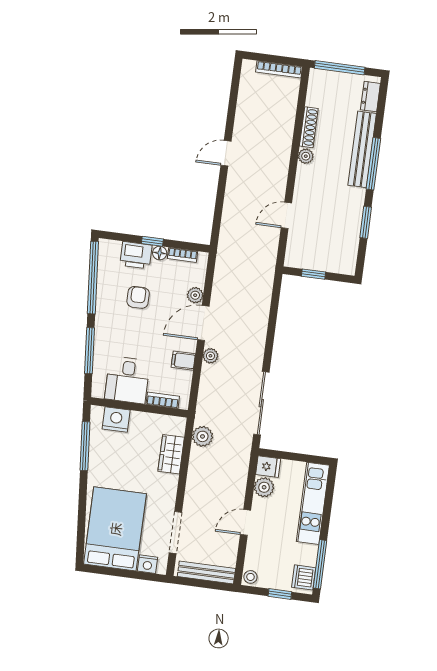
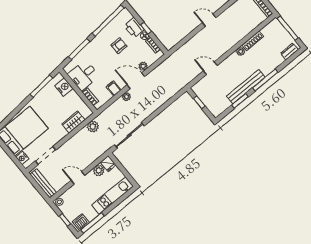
bench: (362, 149) -> (246, 87), moved

